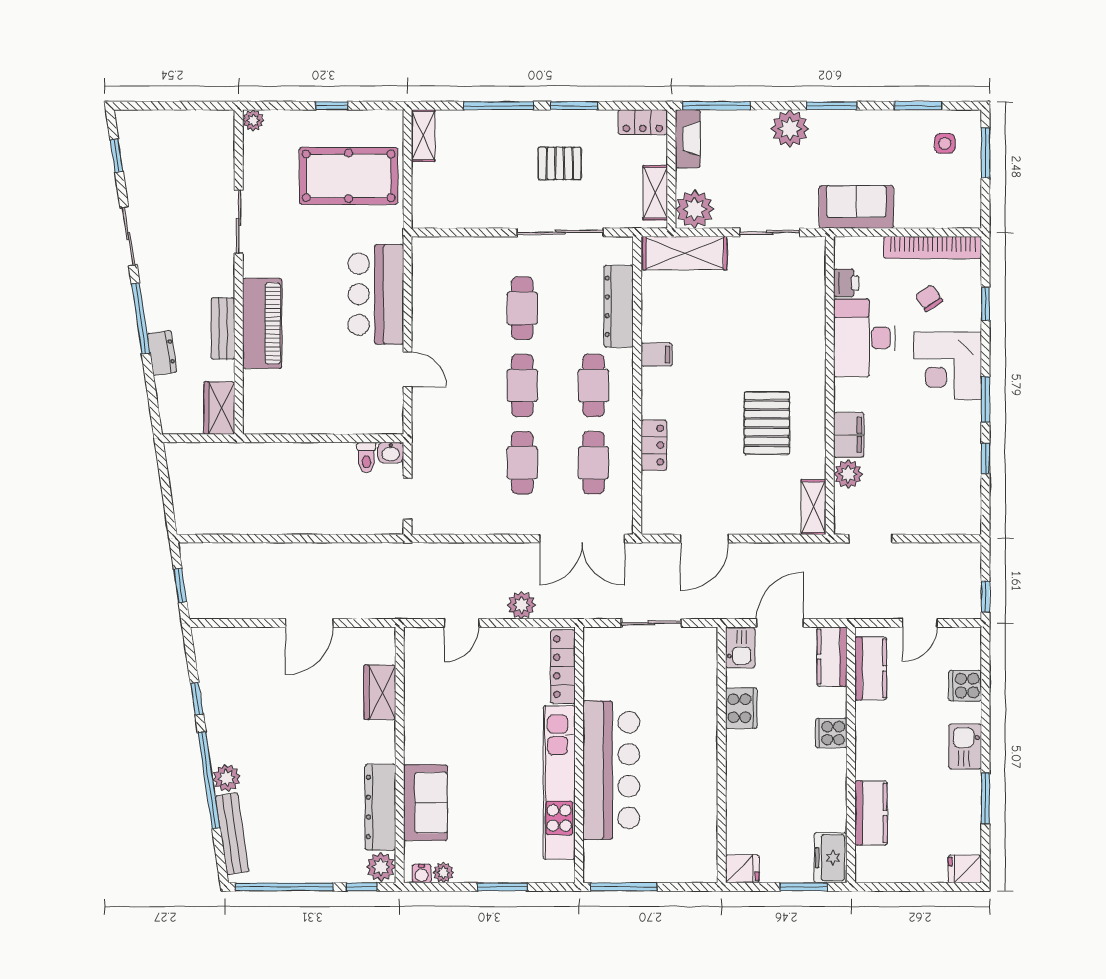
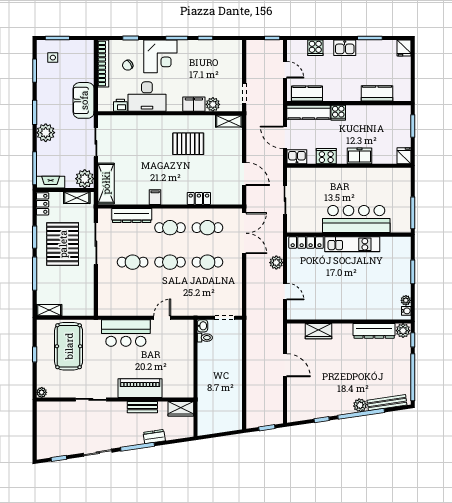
pallet: (560, 163) -> (63, 244), width x2.05, depth x2.00
kitchen counter: (832, 657) -> (308, 112), width x1.50
kitchen unit: (559, 783) -> (352, 244), width x0.73
sofa: (425, 803) -> (372, 309), removed
freezer: (831, 858) -> (359, 156), moved, turned 180

